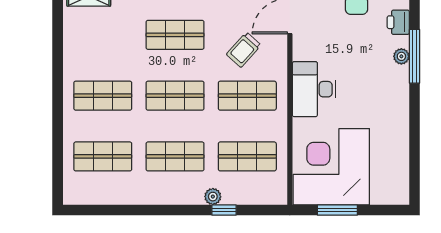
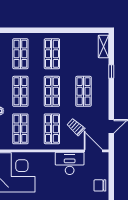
desk: (314, 89) -> (70, 163), moved

